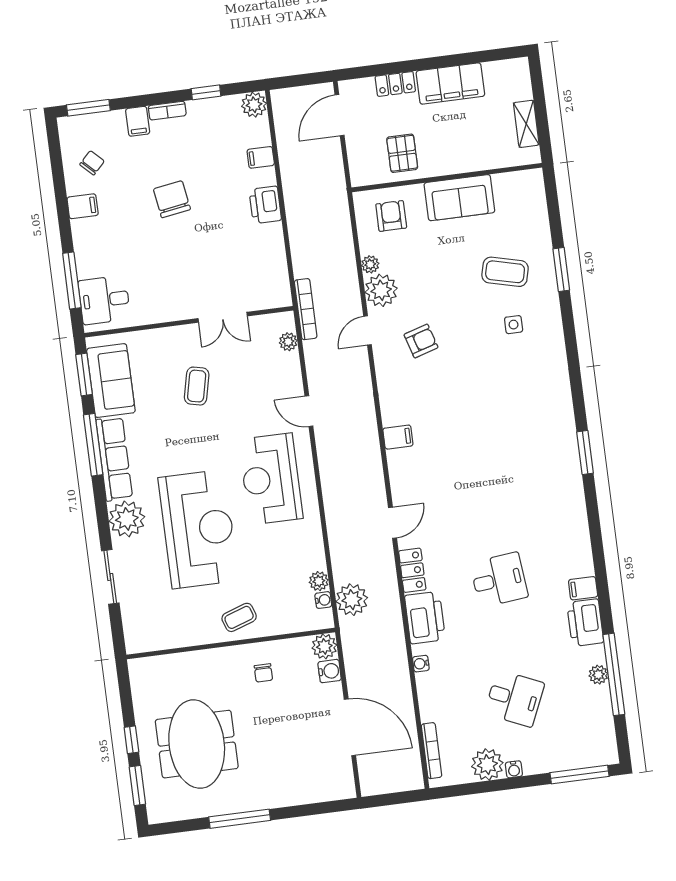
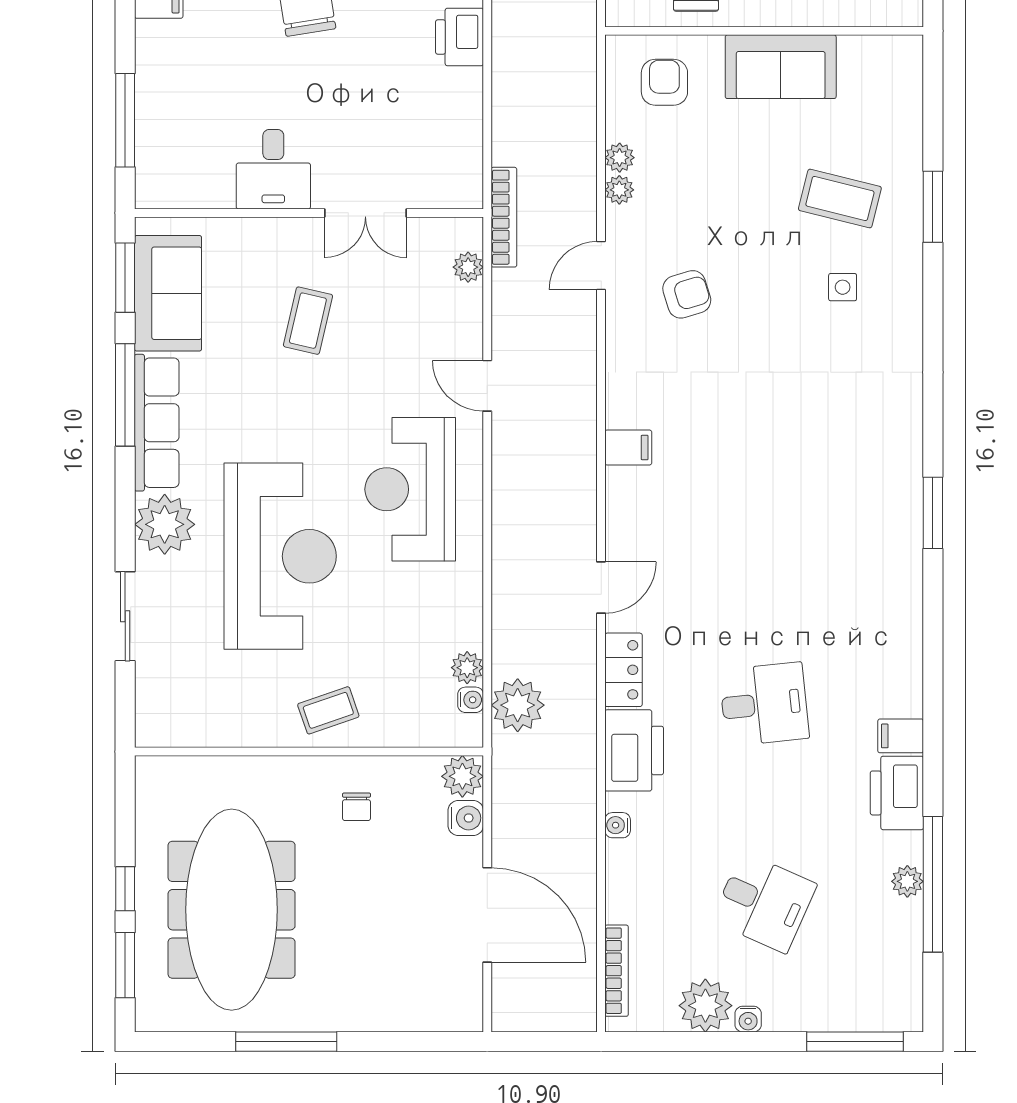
plant: (381, 290) -> (619, 190), width x0.53, depth x0.53
desk: (104, 300) -> (273, 169), moved, turned -90
meeting table: (197, 744) -> (232, 910), width x1.36

